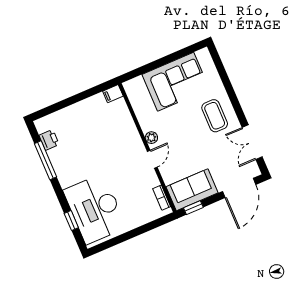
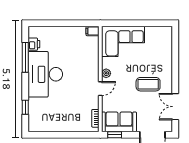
corner sofa: (176, 82) -> (123, 41), moved
coffee table: (215, 116) -> (148, 84), moved, turned 90
desk: (95, 209) -> (45, 74), moved

